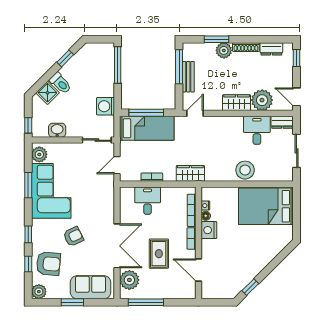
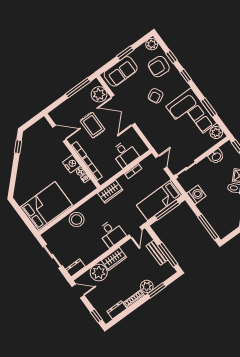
desk: (257, 130) -> (112, 233), moved

